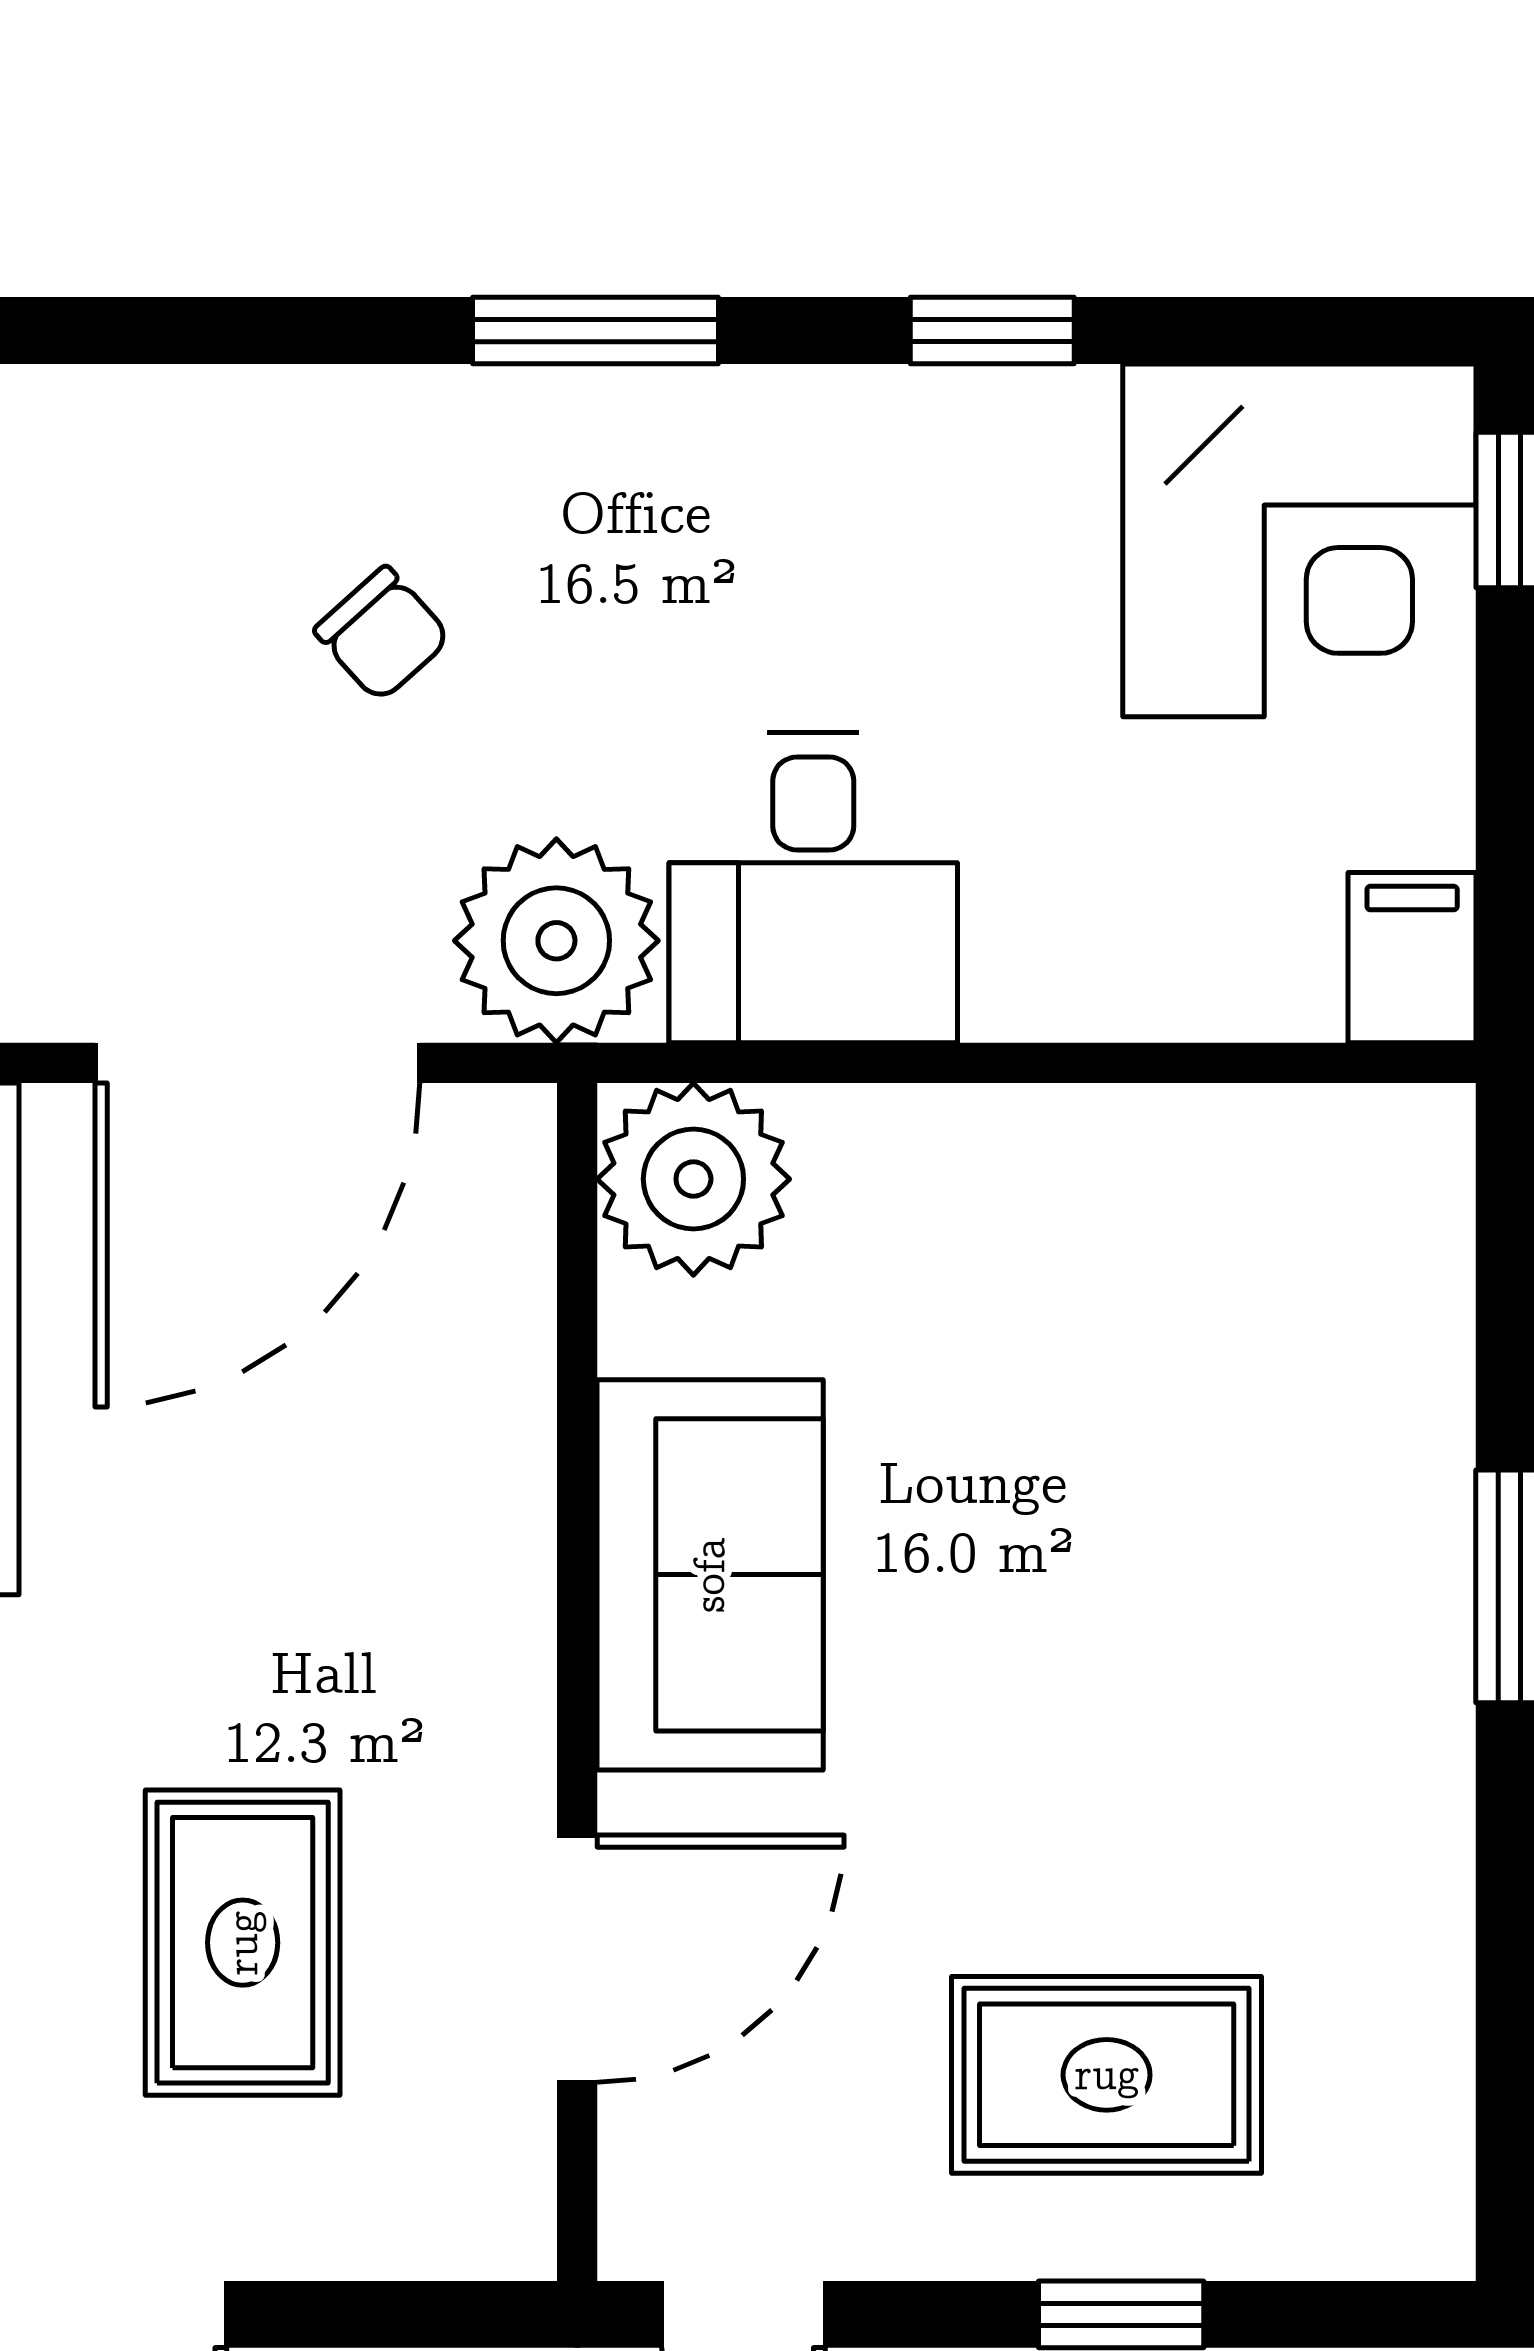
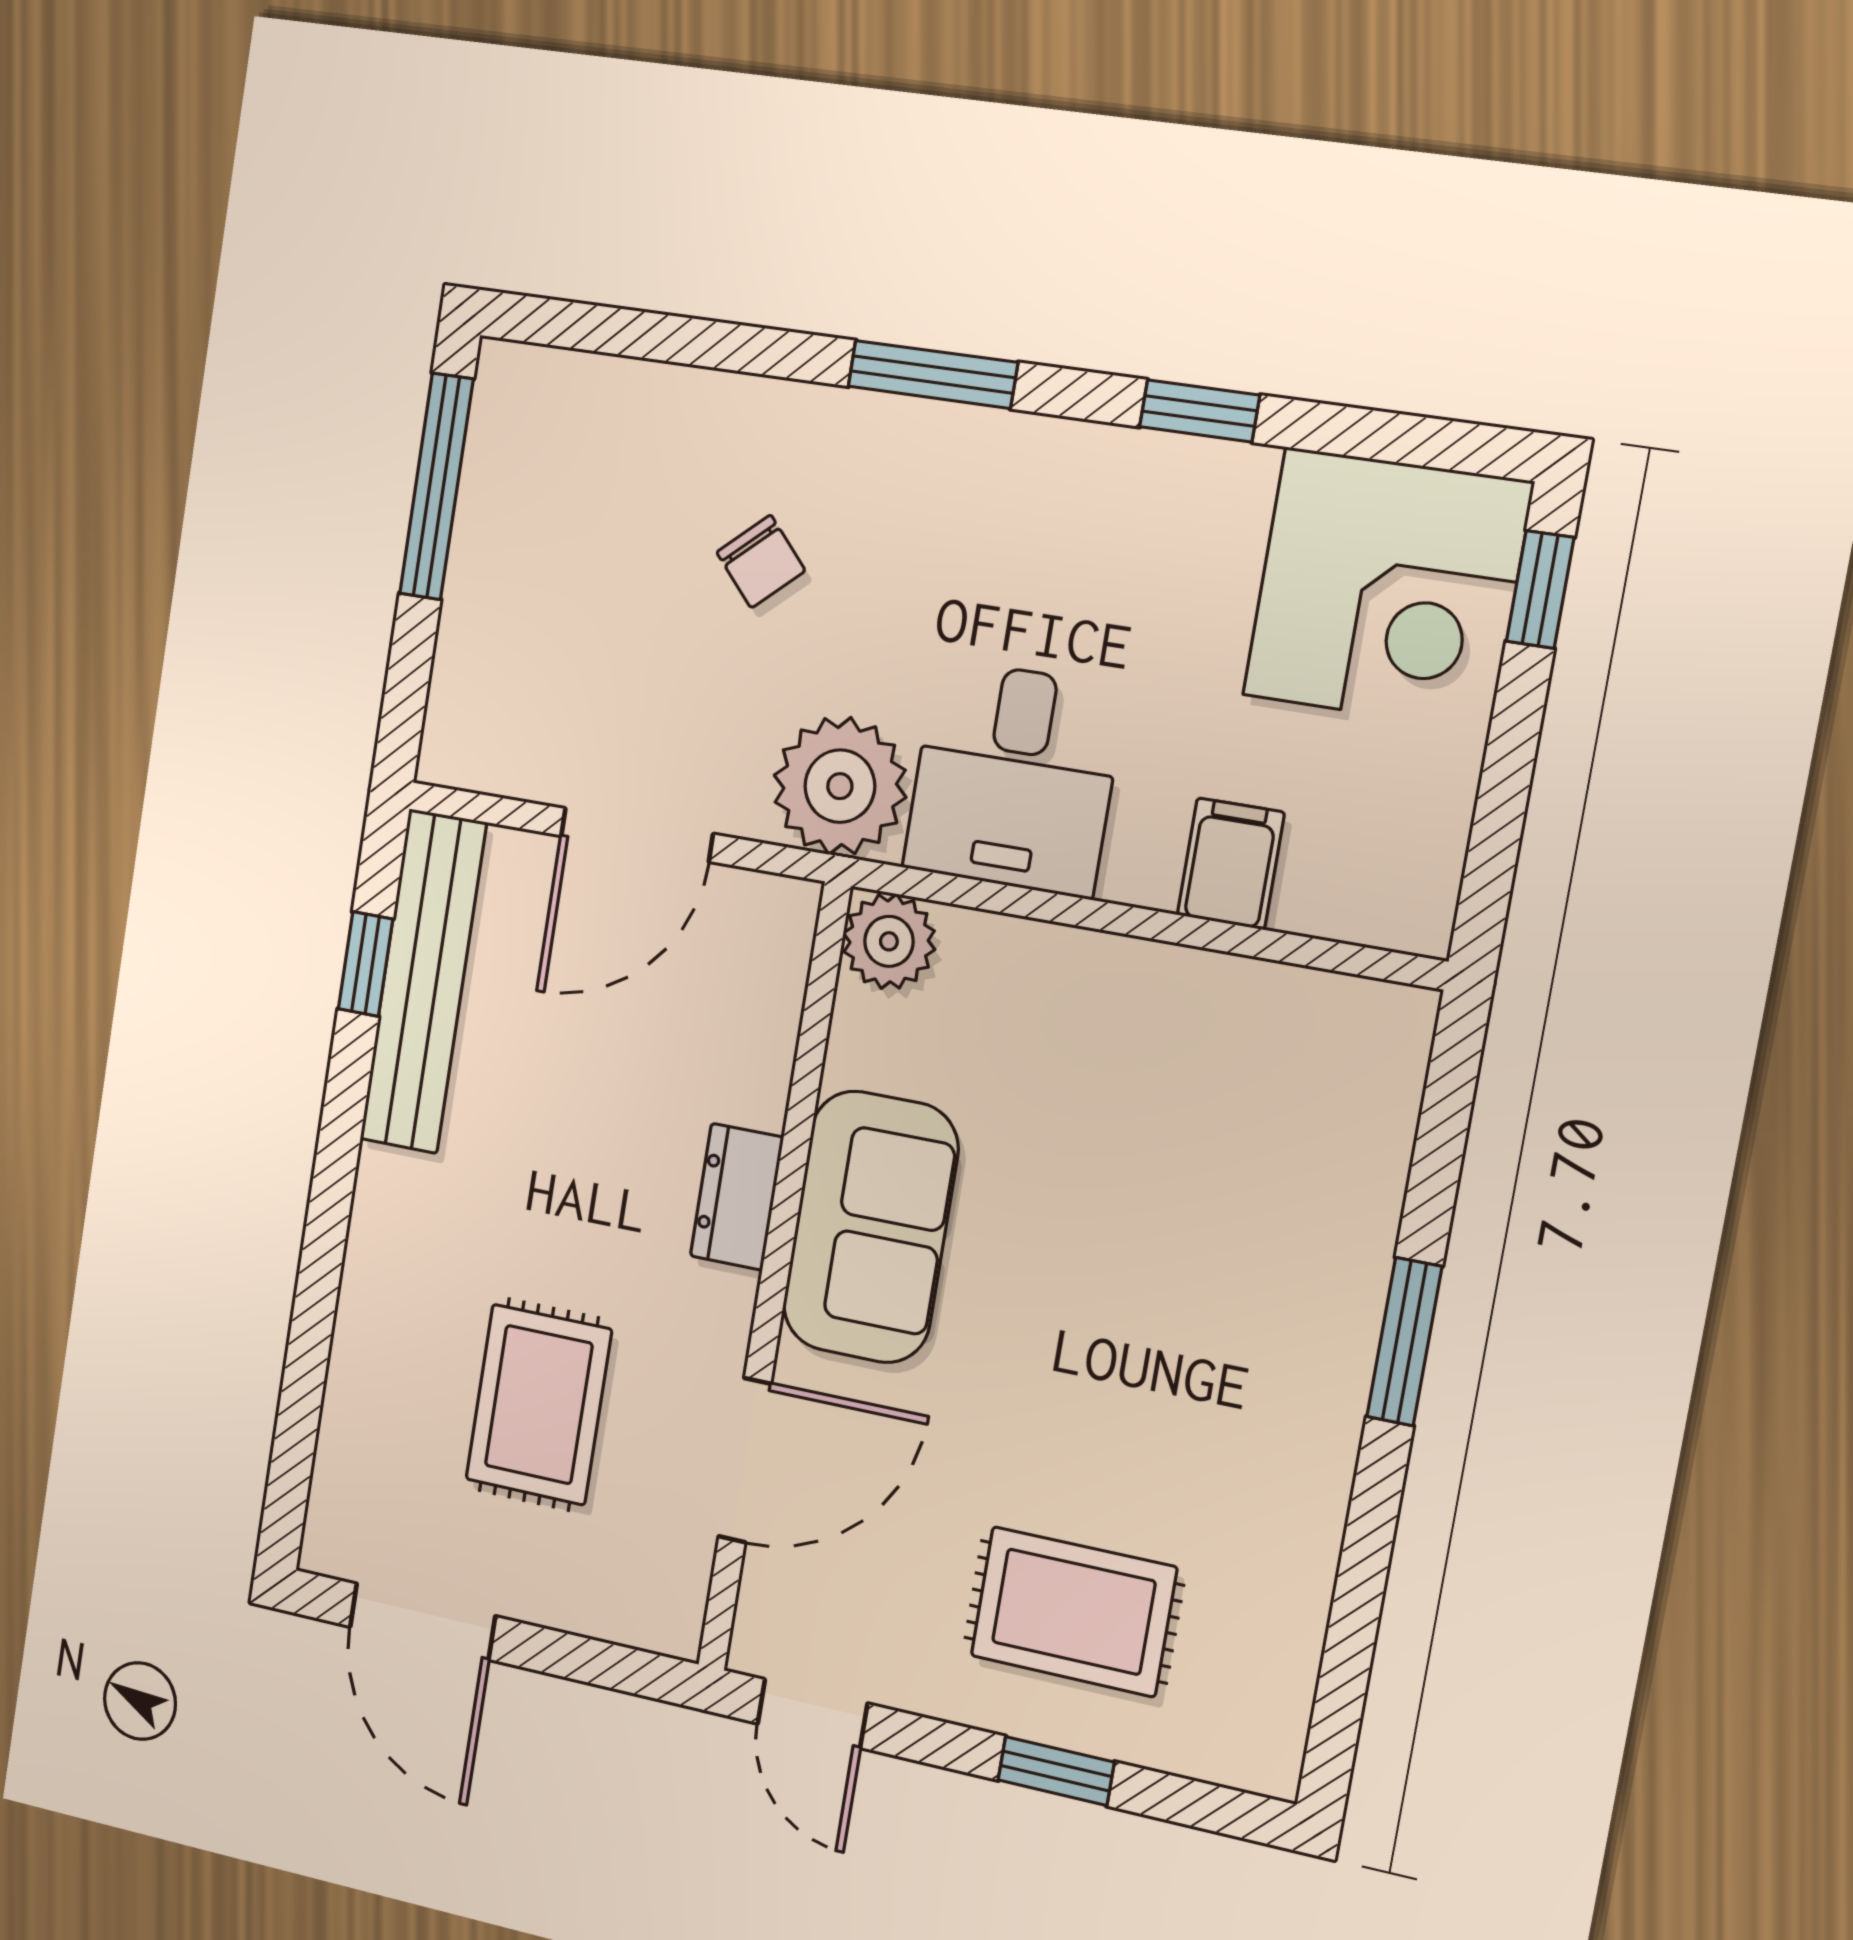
filing cabinet: (1412, 958) -> (1231, 864), moved
door: (257, 1063) -> (637, 835), width x0.73
plant: (693, 1179) -> (889, 941), width x0.73, depth x0.73
dresser: (500, 1570) -> (737, 1197), added

